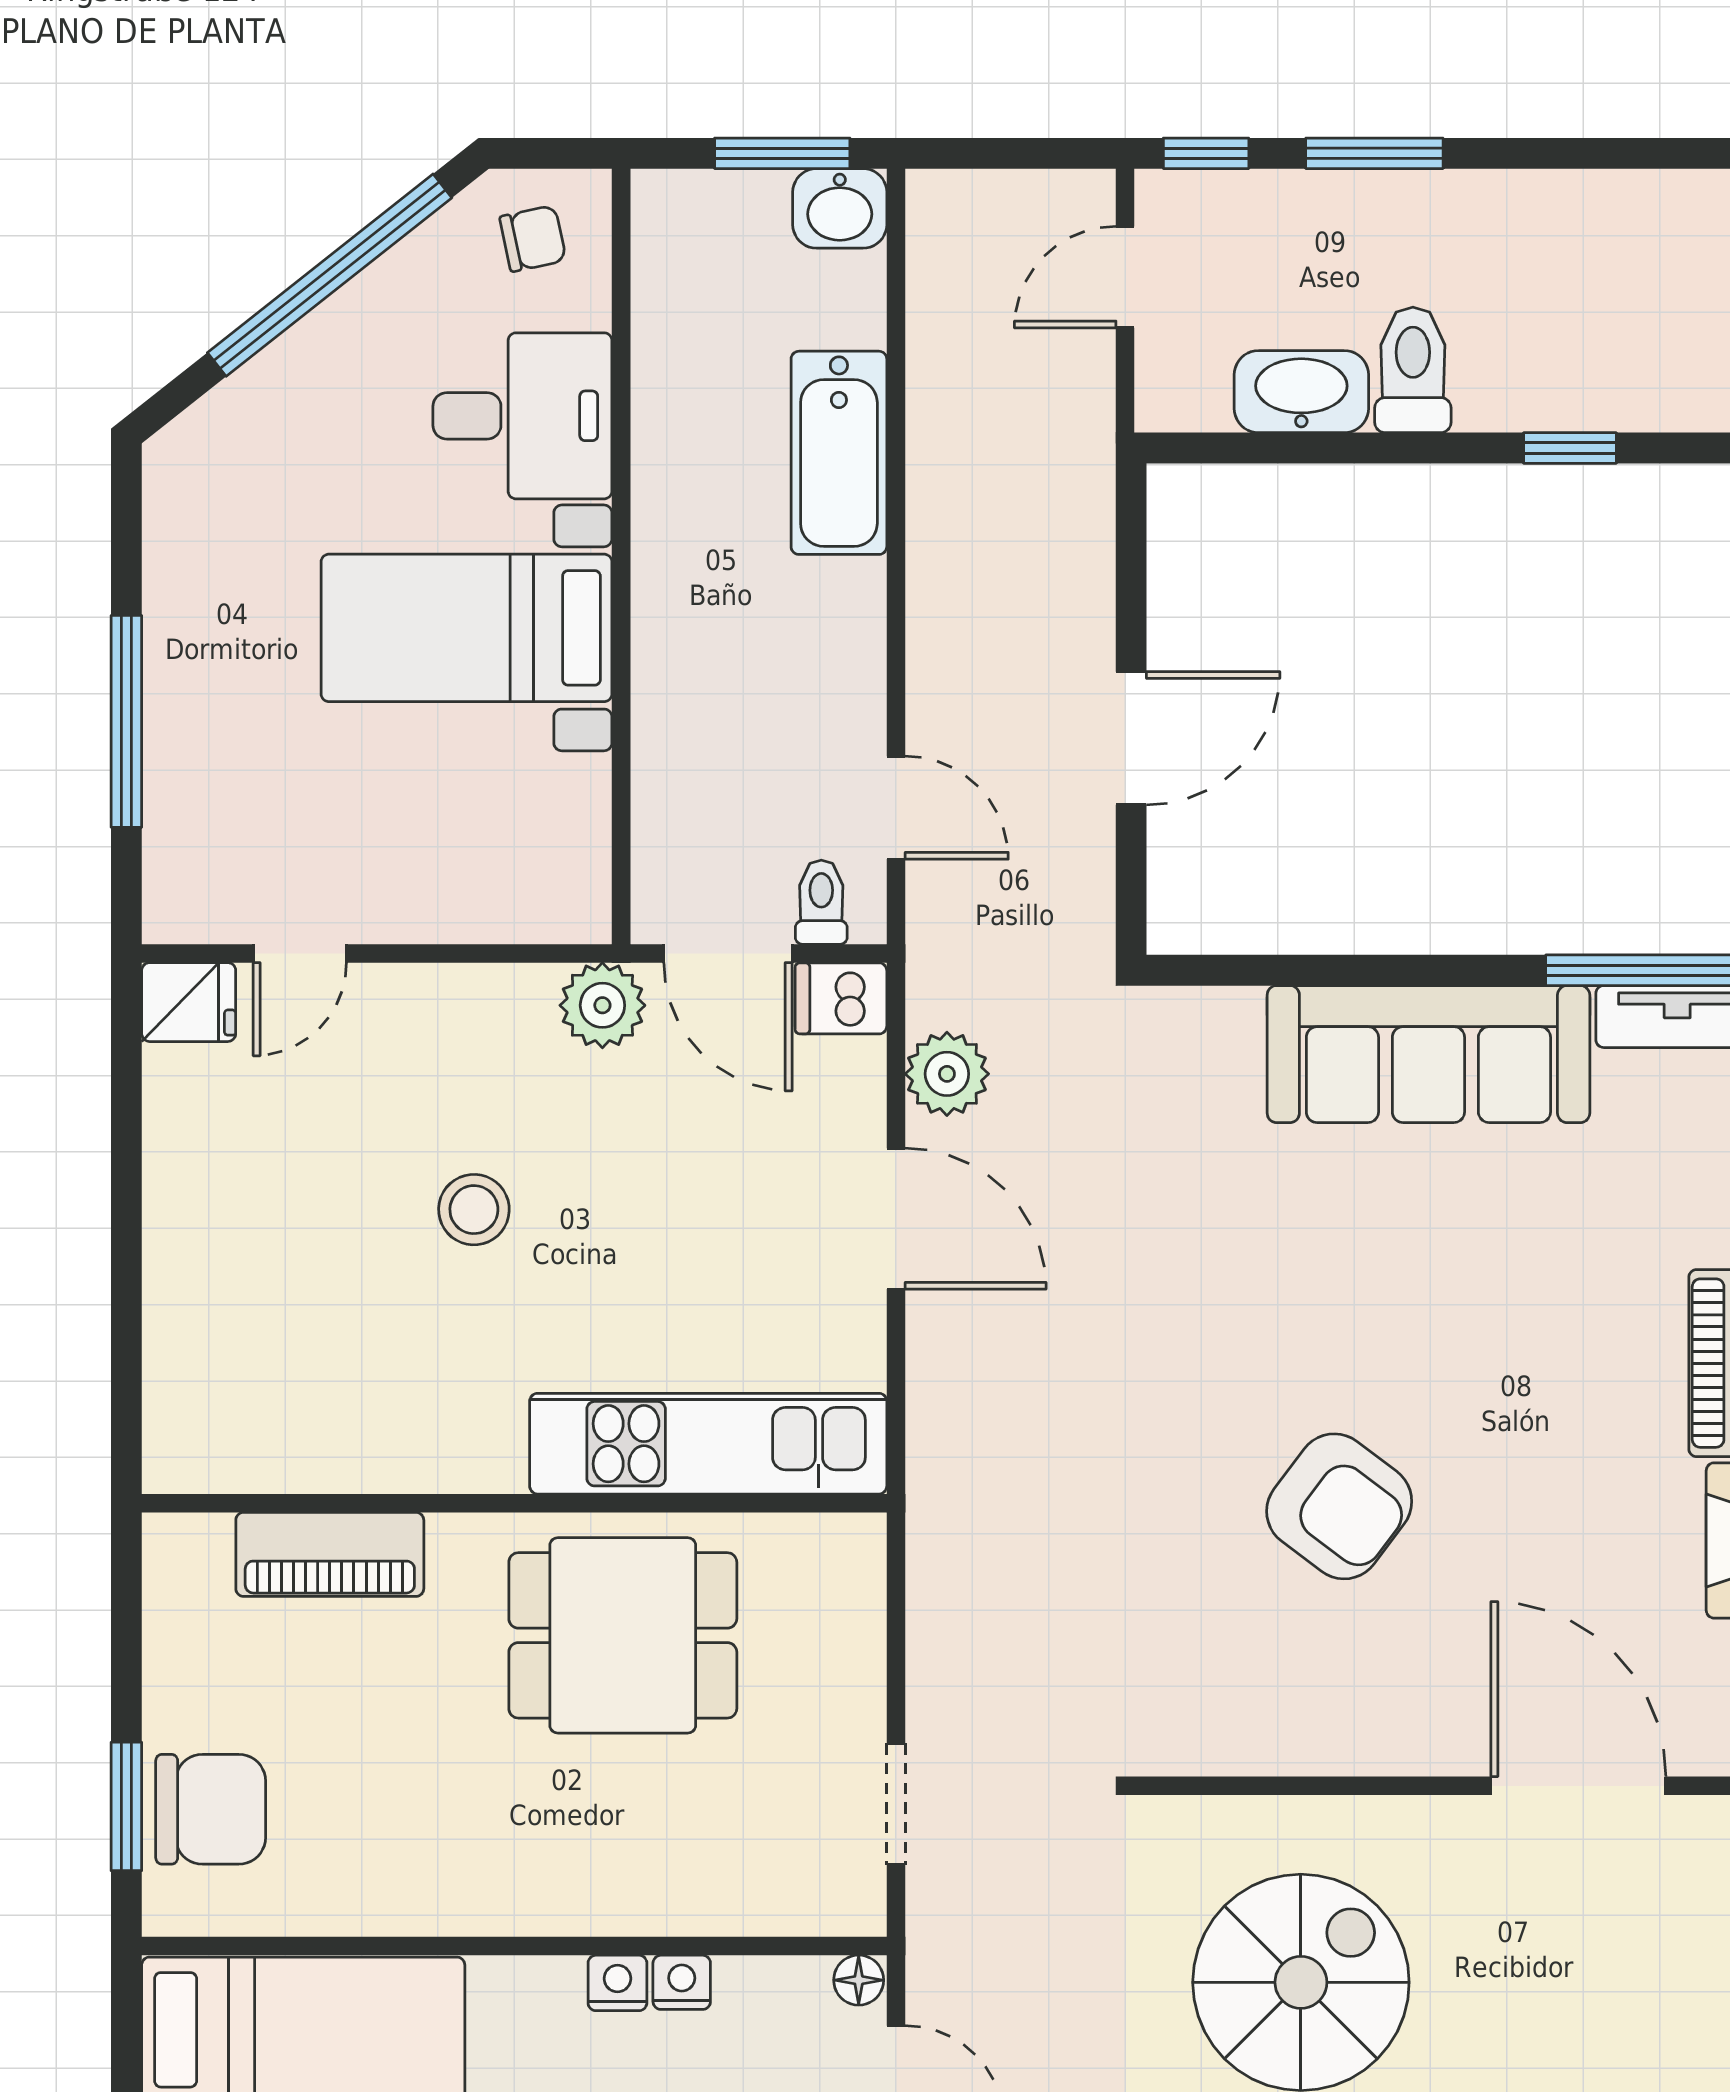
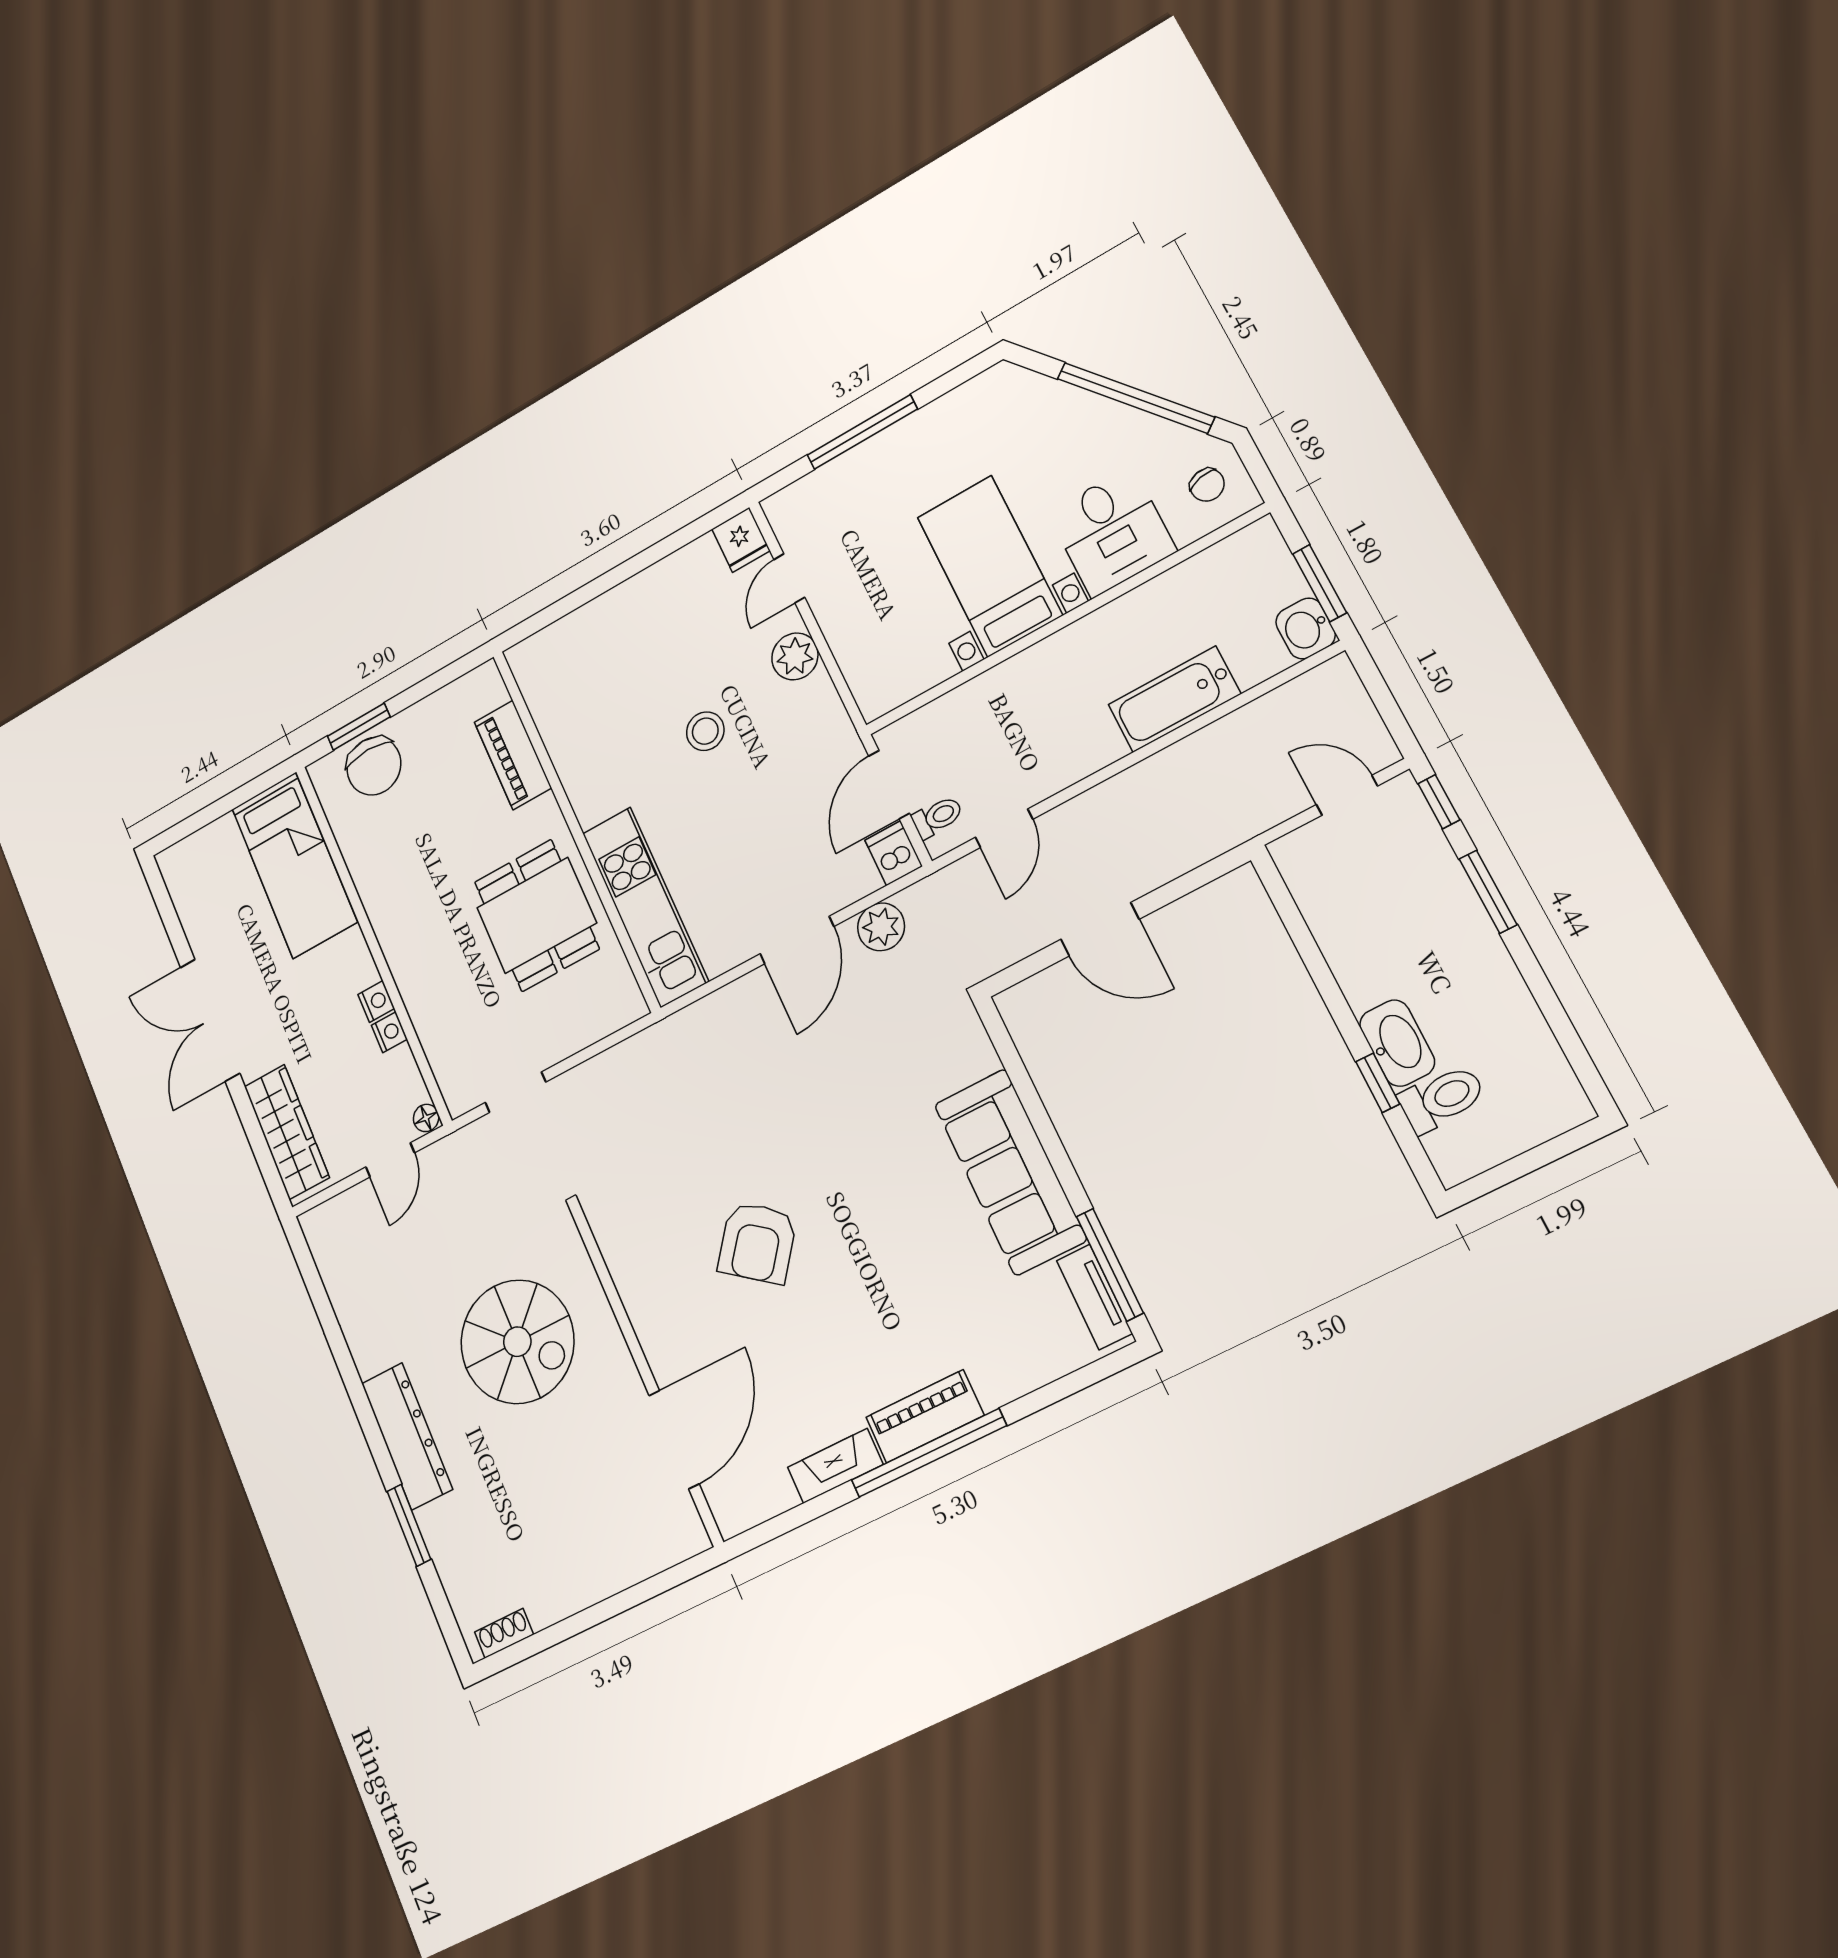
toilet: (1413, 370) -> (1442, 1099), moved
washbasin: (1301, 392) -> (1397, 1043), moved
door: (300, 953) -> (789, 578), hinge flipped
plant: (602, 1005) -> (795, 656), moved

